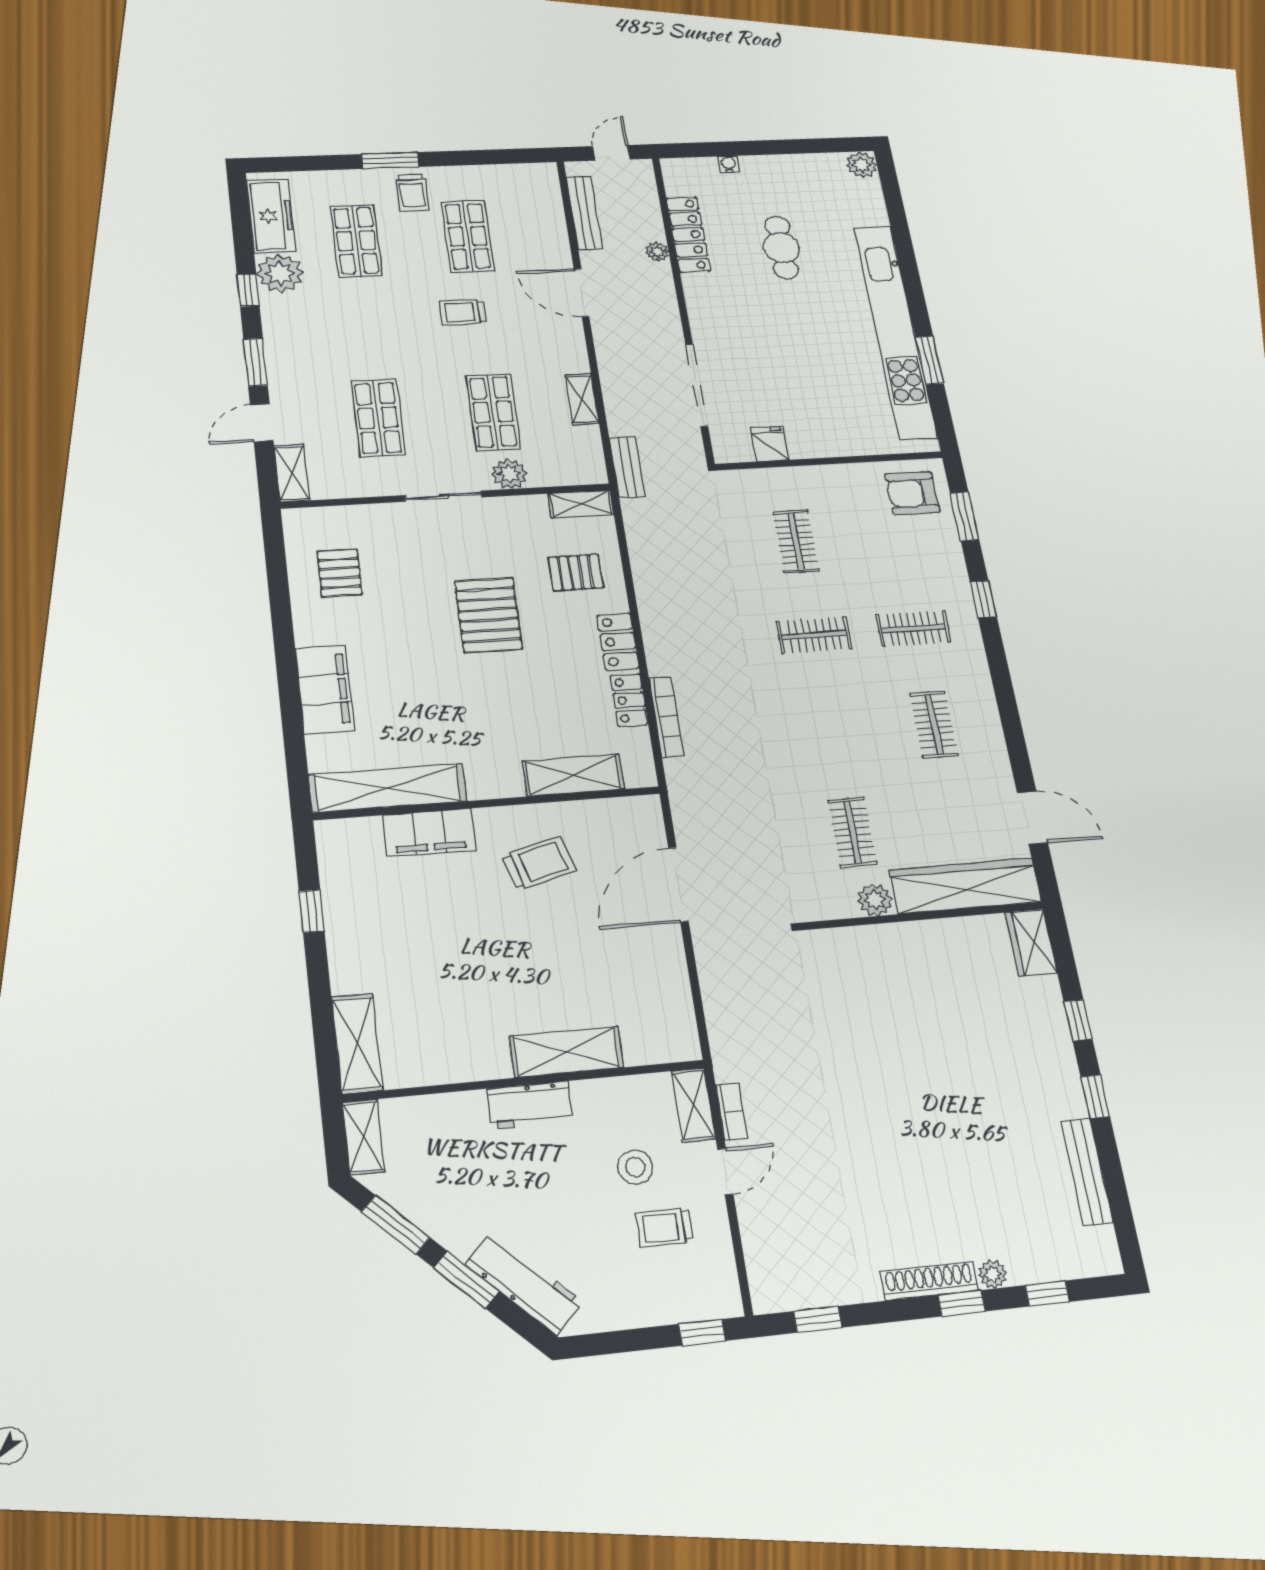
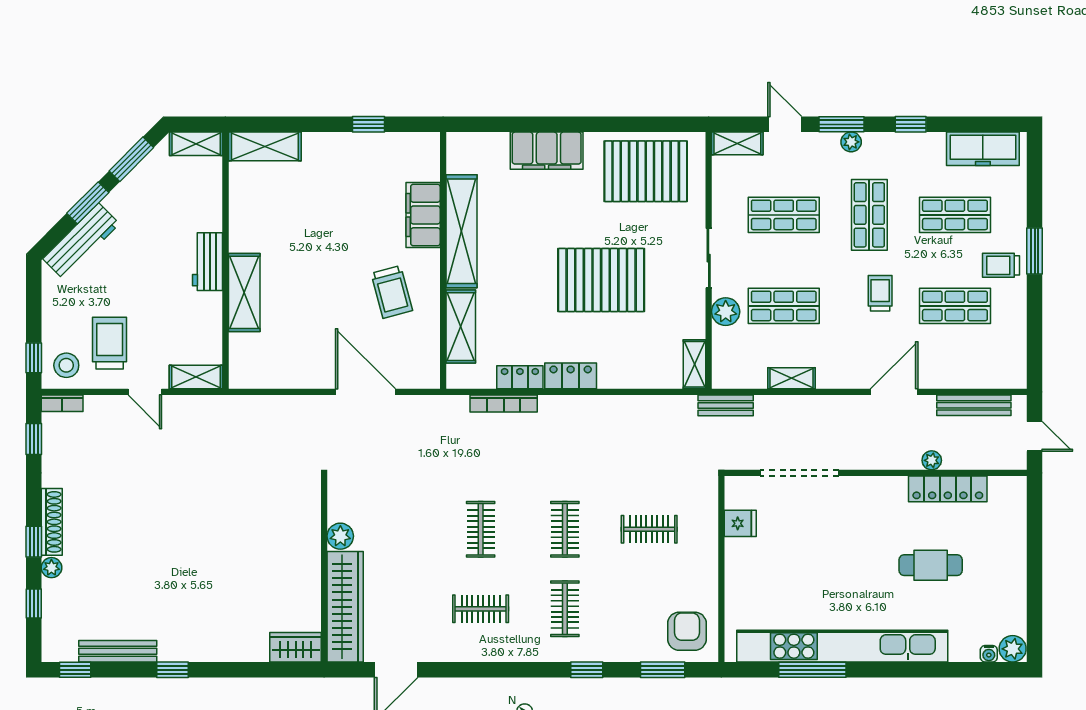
water cooler: (728, 164) -> (989, 654), moved, turned 90
plant: (280, 273) -> (851, 142), moved, width x0.53, depth x0.53
shop shelf: (367, 328) -> (869, 215), added
window: (929, 360) -> (812, 670), width x1.44
pallet: (340, 573) -> (646, 171), width x2.05, depth x2.00
pallet: (576, 573) -> (633, 352), removed
pallet: (488, 615) -> (601, 280), width x1.37, depth x1.41
shelving: (388, 788) -> (462, 231), moved
clothes rail: (852, 832) -> (481, 529), moved, turned 90
window: (1078, 1020) -> (75, 670), moved
bookcase: (732, 1112) -> (62, 403), moved
stool: (635, 1167) -> (66, 365), moved
trolley: (664, 1227) -> (110, 343), width x1.36, depth x1.39

